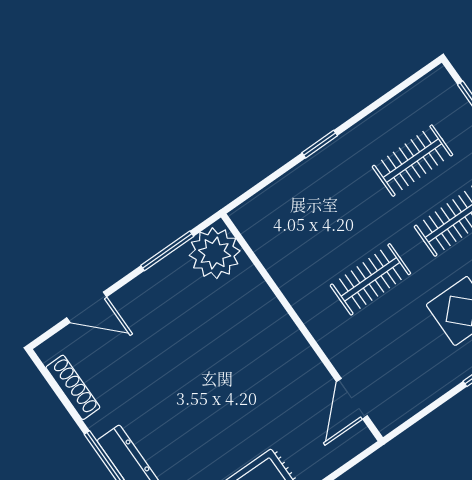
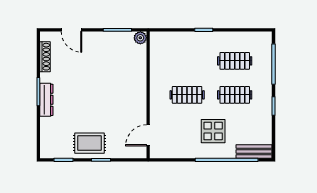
plant: (215, 253) -> (140, 38), width x0.53, depth x0.53

